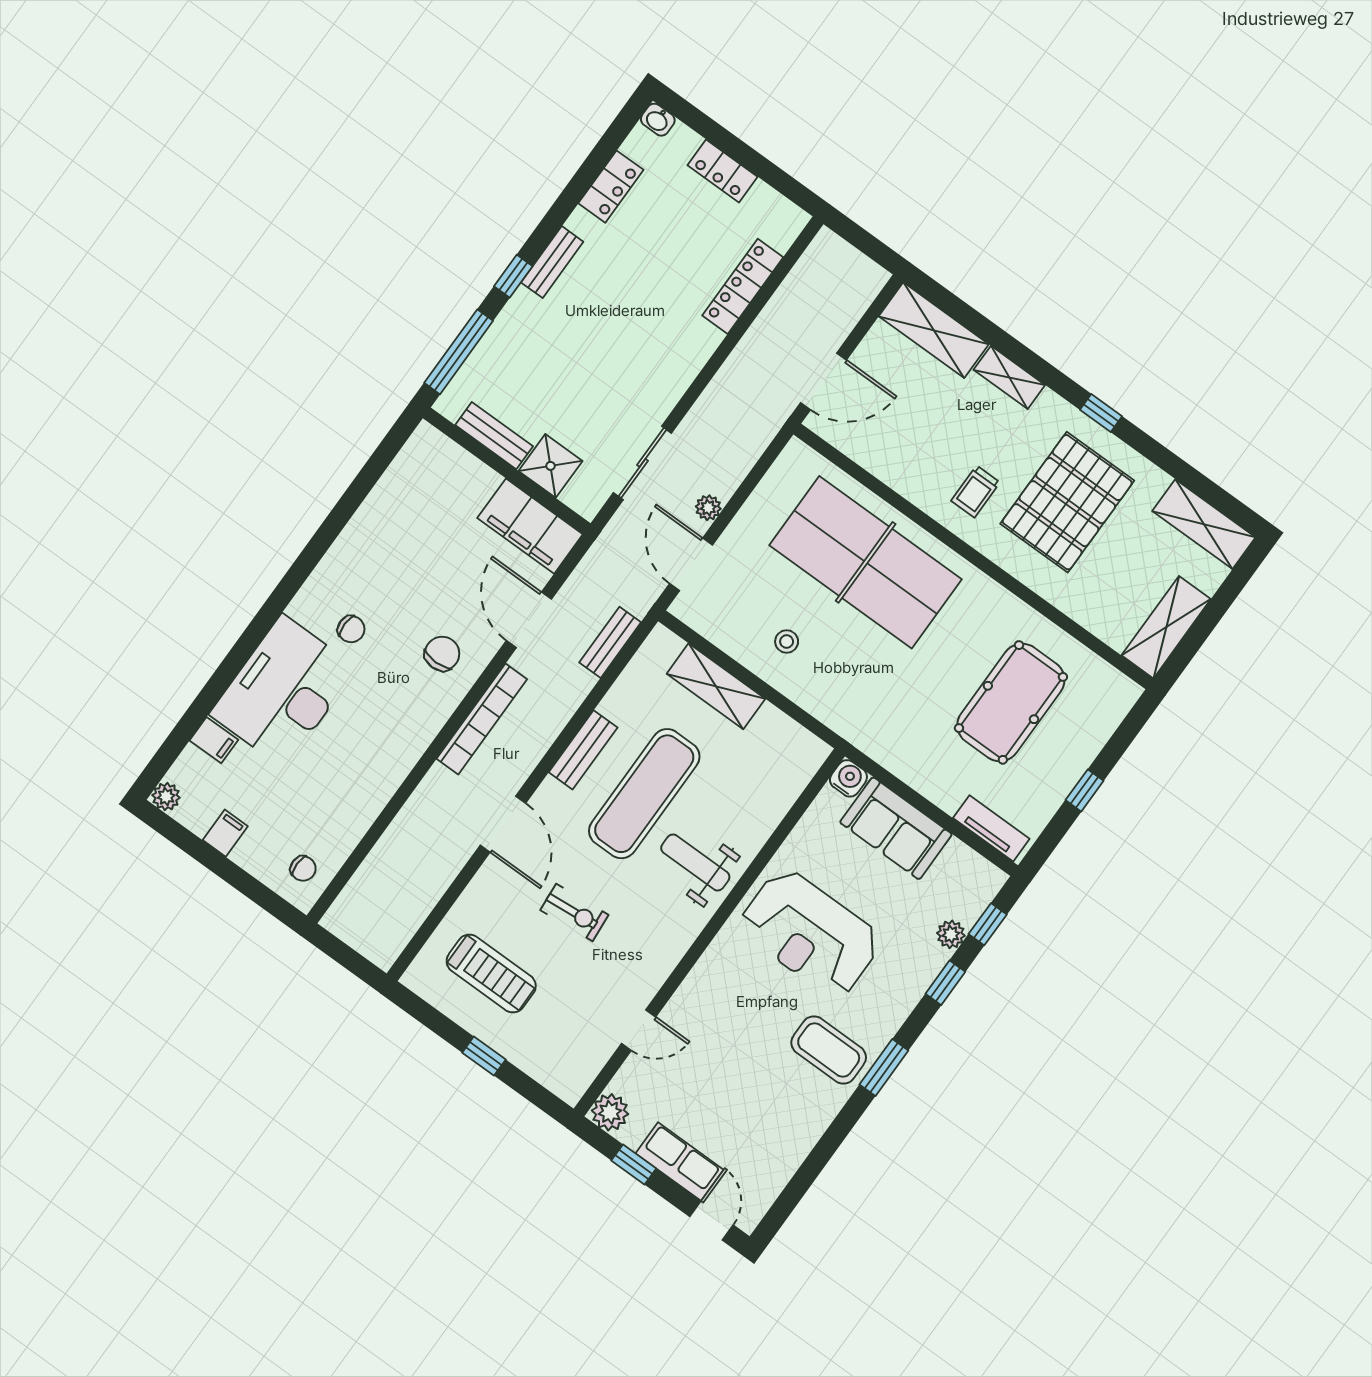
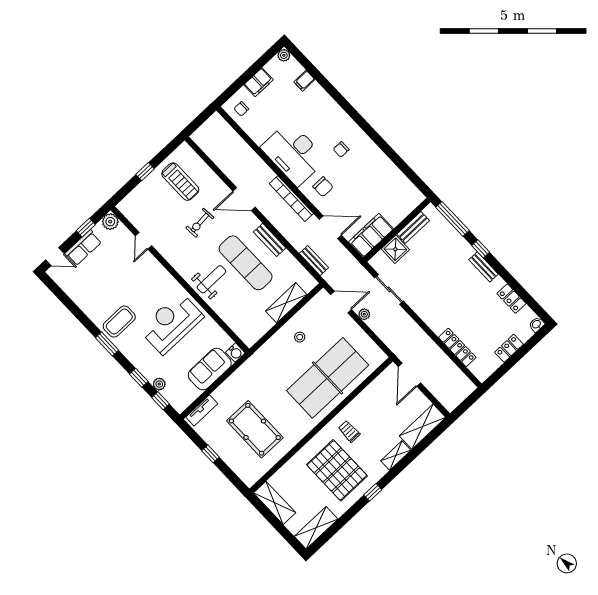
desk: (283, 691) -> (294, 153), moved, turned 180
filing cabinet: (225, 833) -> (259, 82), width x2.00
treadmill: (491, 973) -> (180, 182), turned -90

